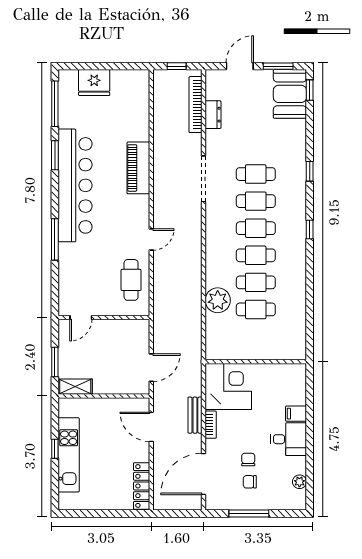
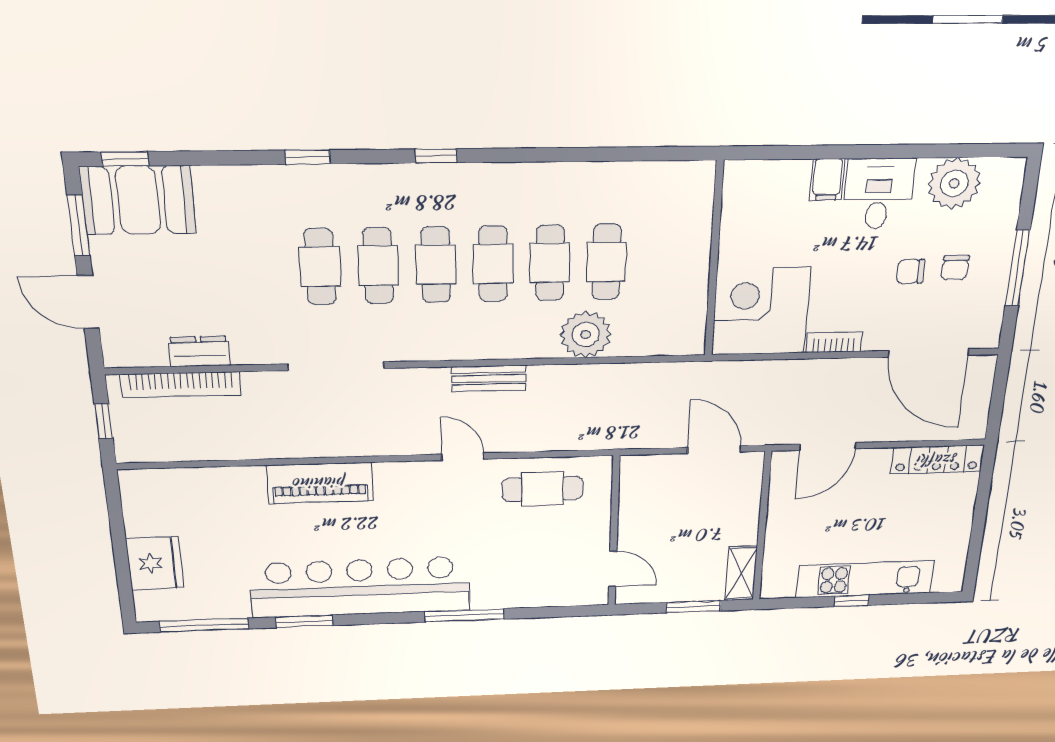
bench: (195, 415) -> (489, 378), moved
plant: (299, 482) -> (954, 183), width x1.88, depth x1.88

